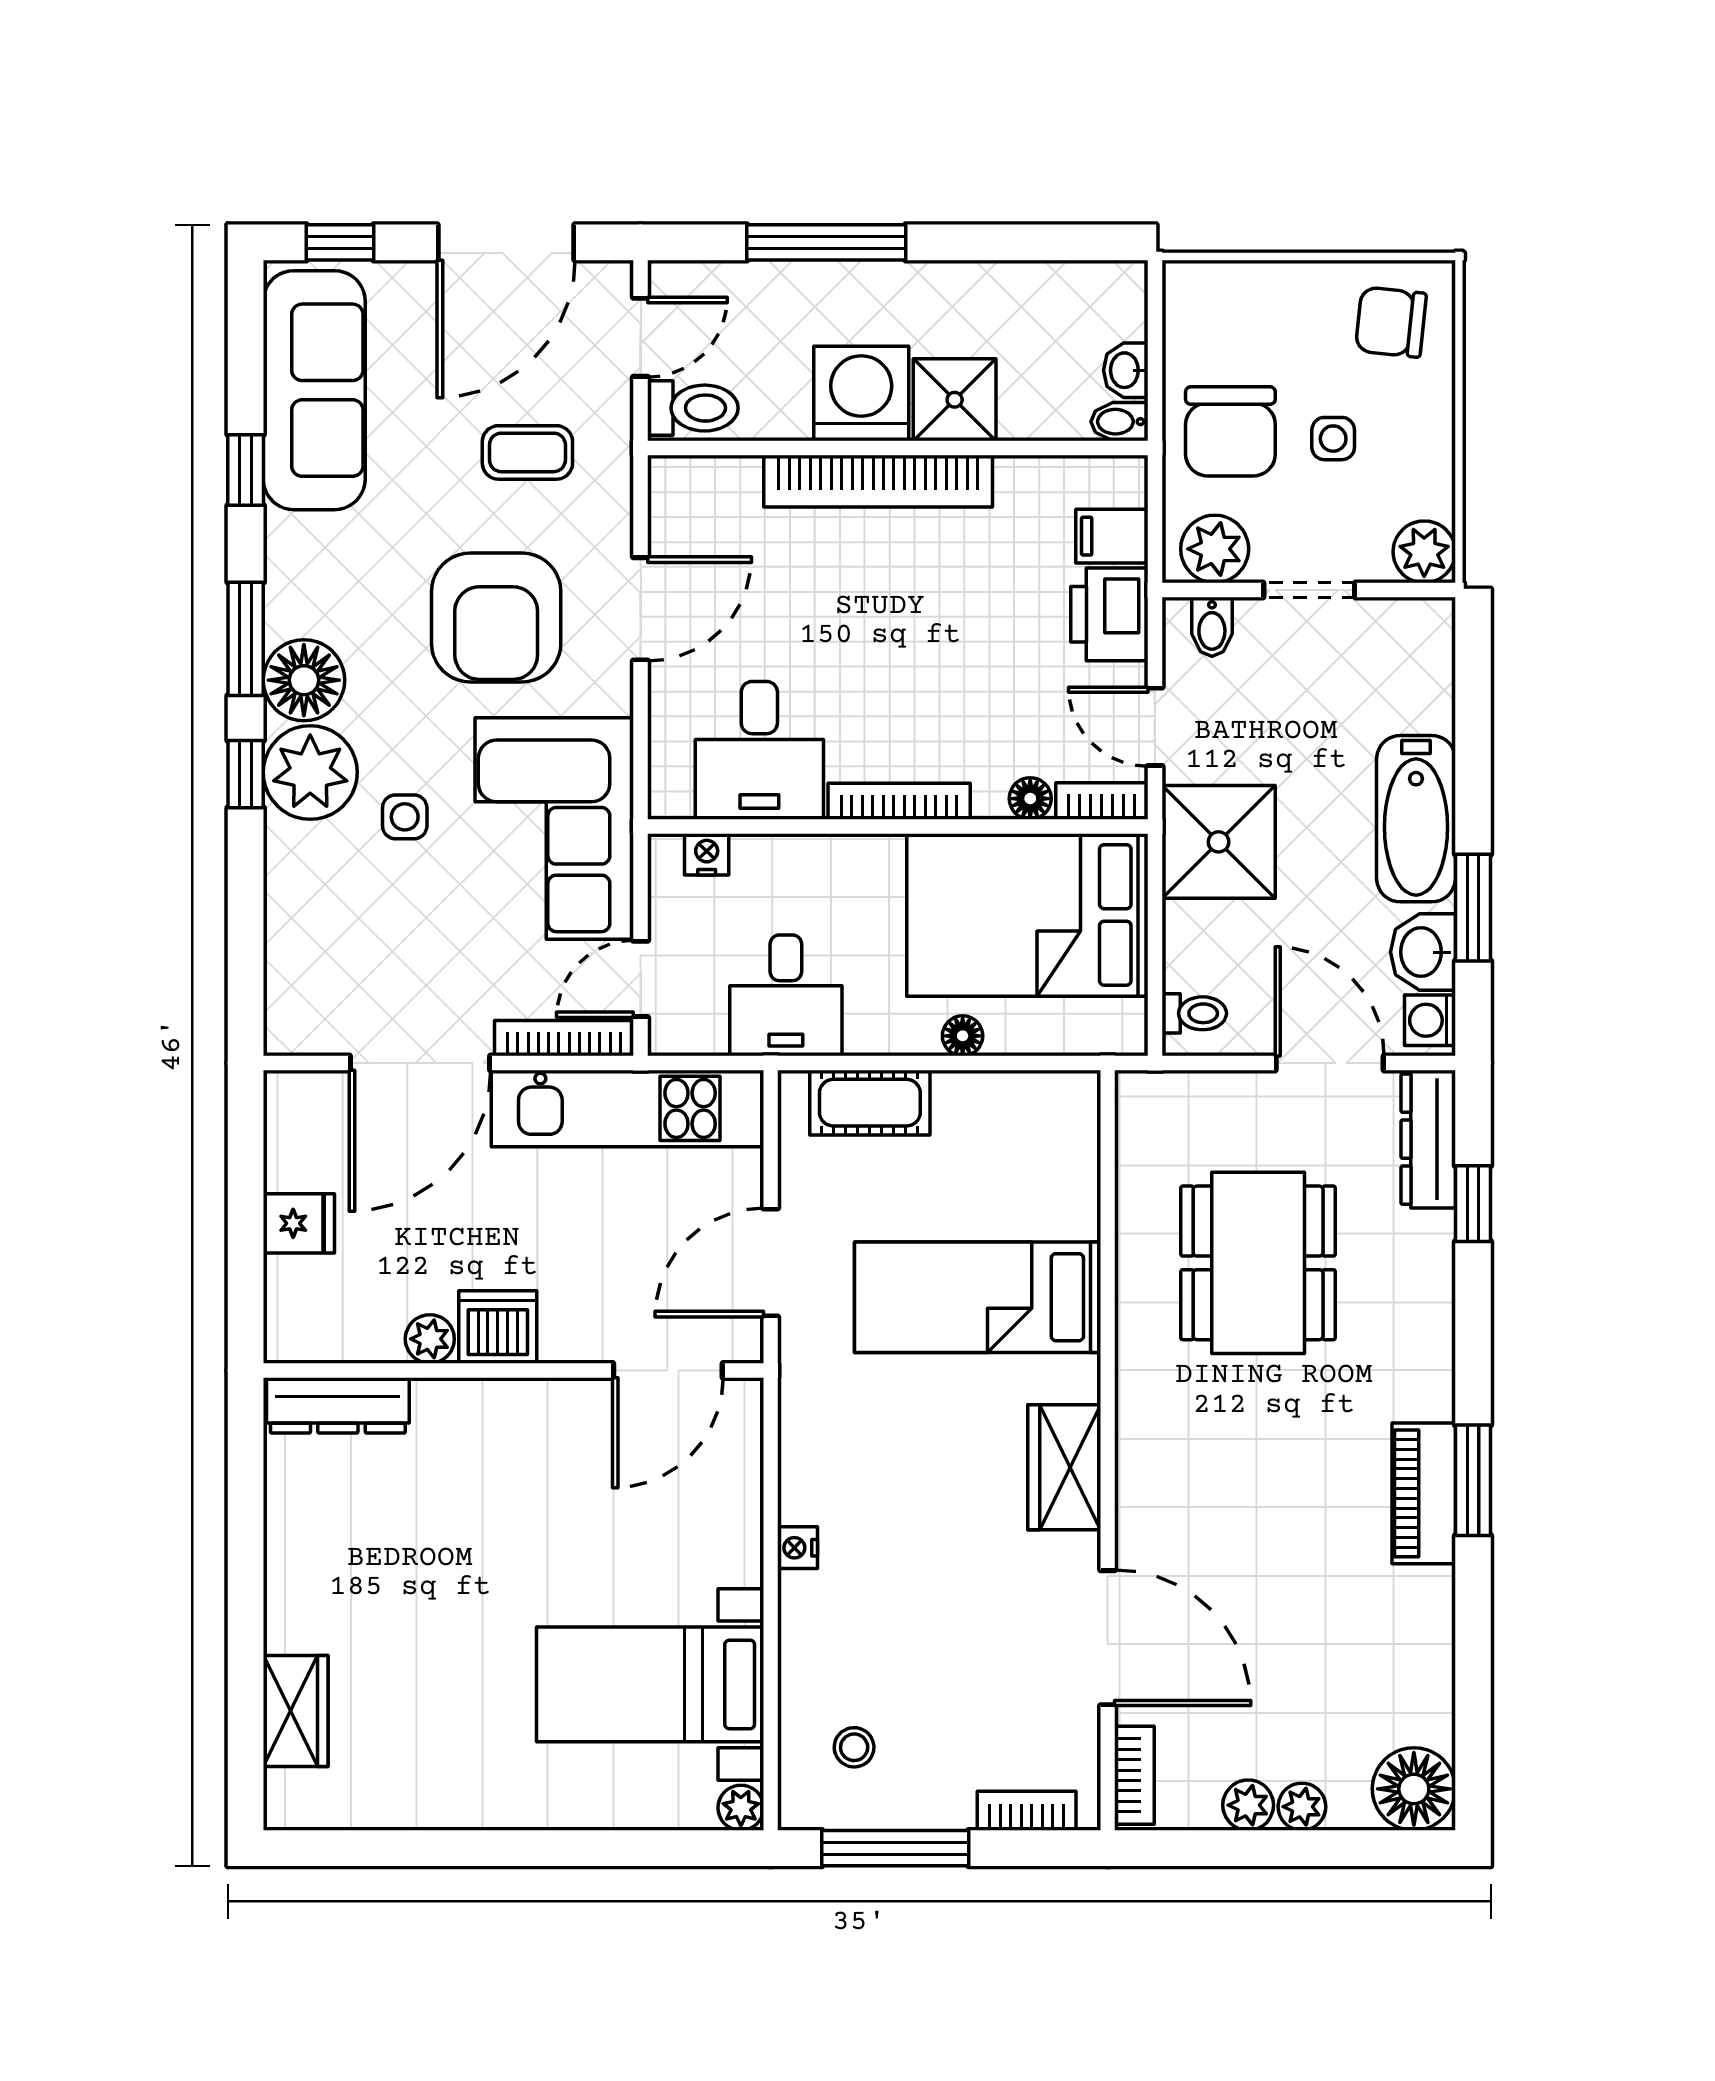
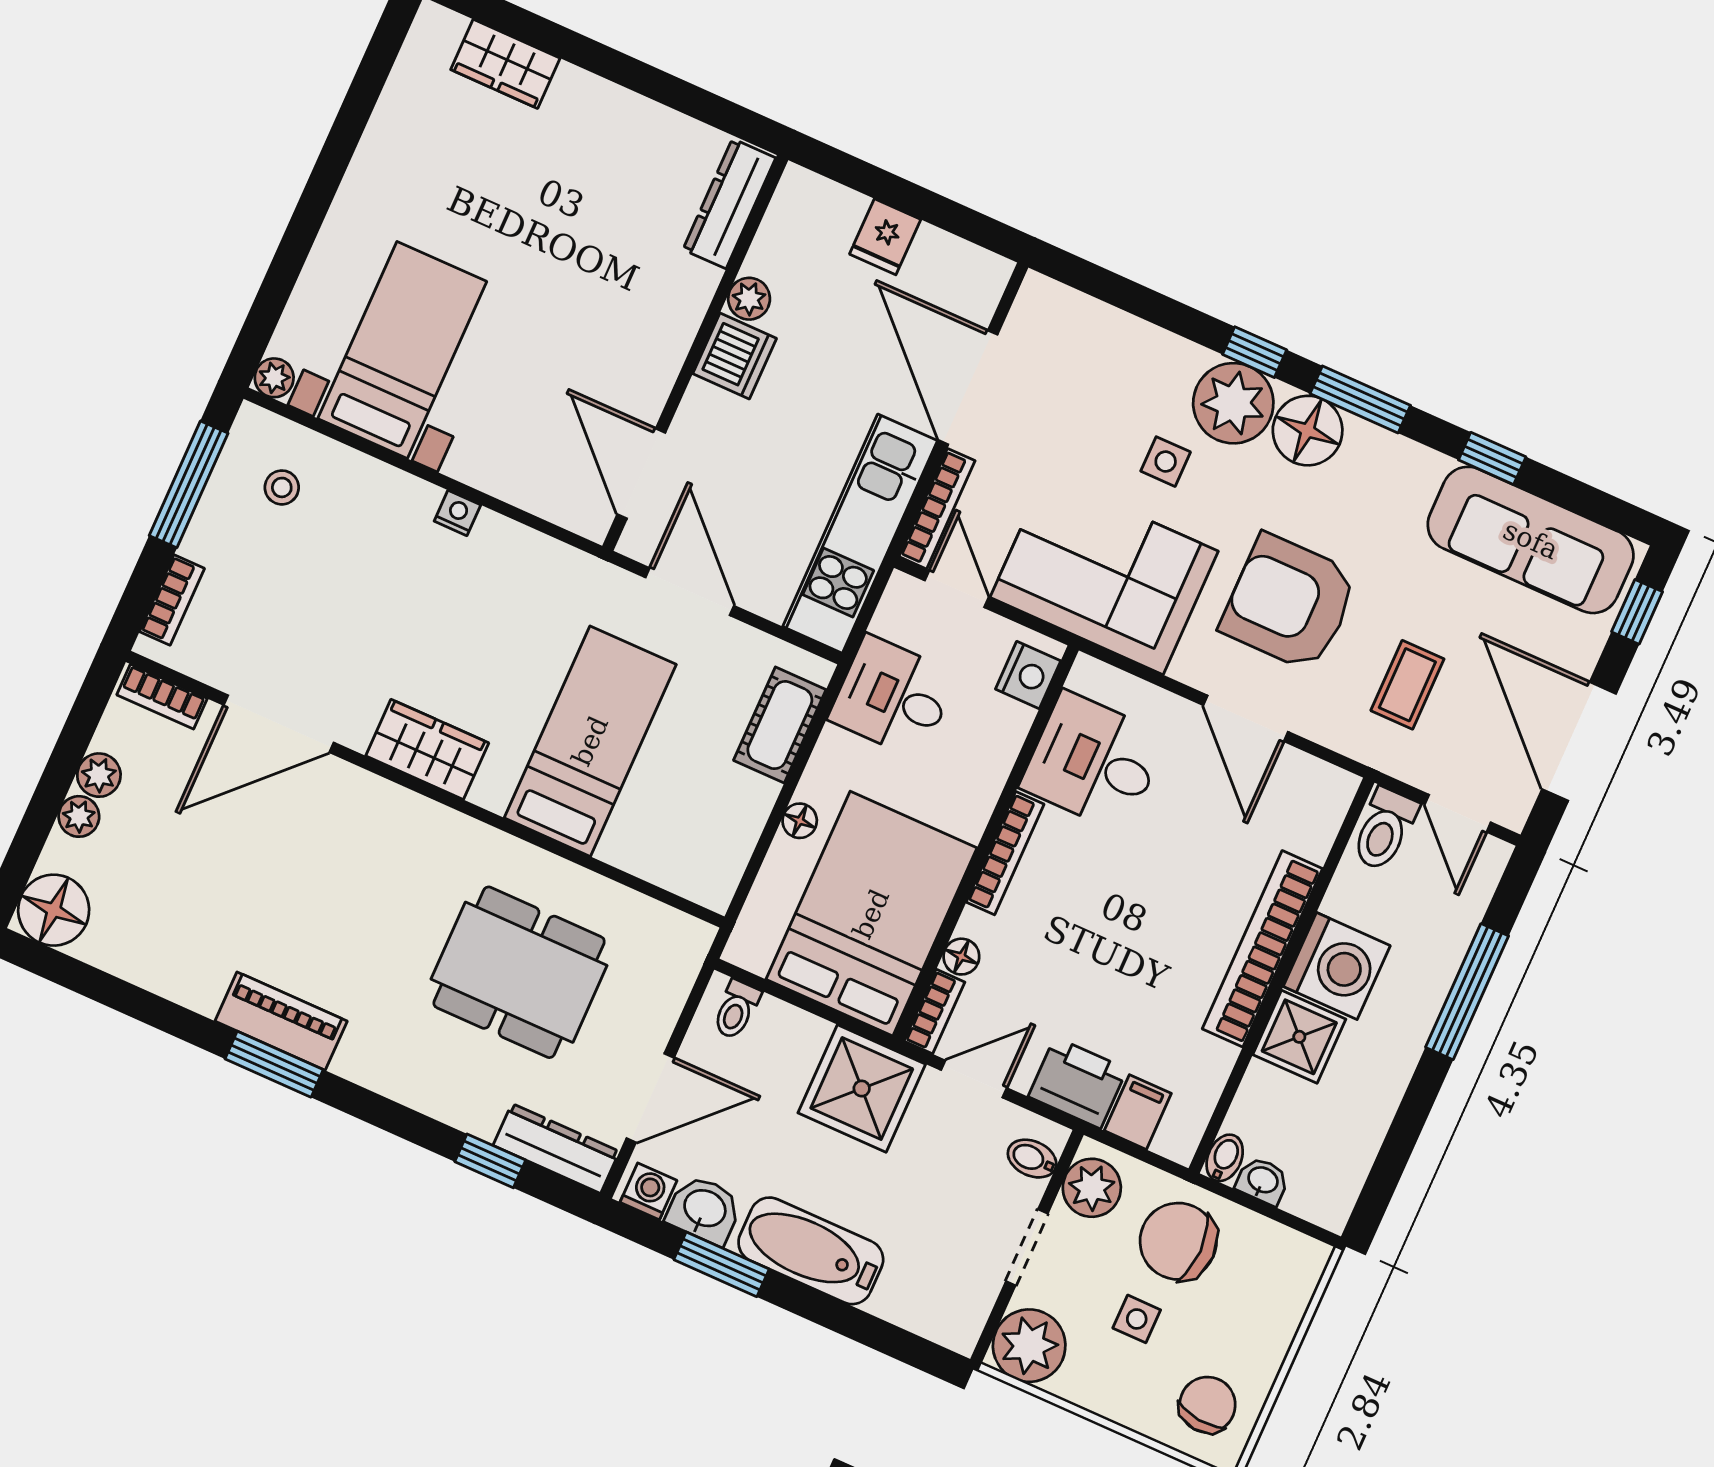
plant: (1424, 552) -> (1029, 1346), width x1.36, depth x1.36
nightstand: (707, 854) -> (1028, 675), width x1.39, depth x1.35

